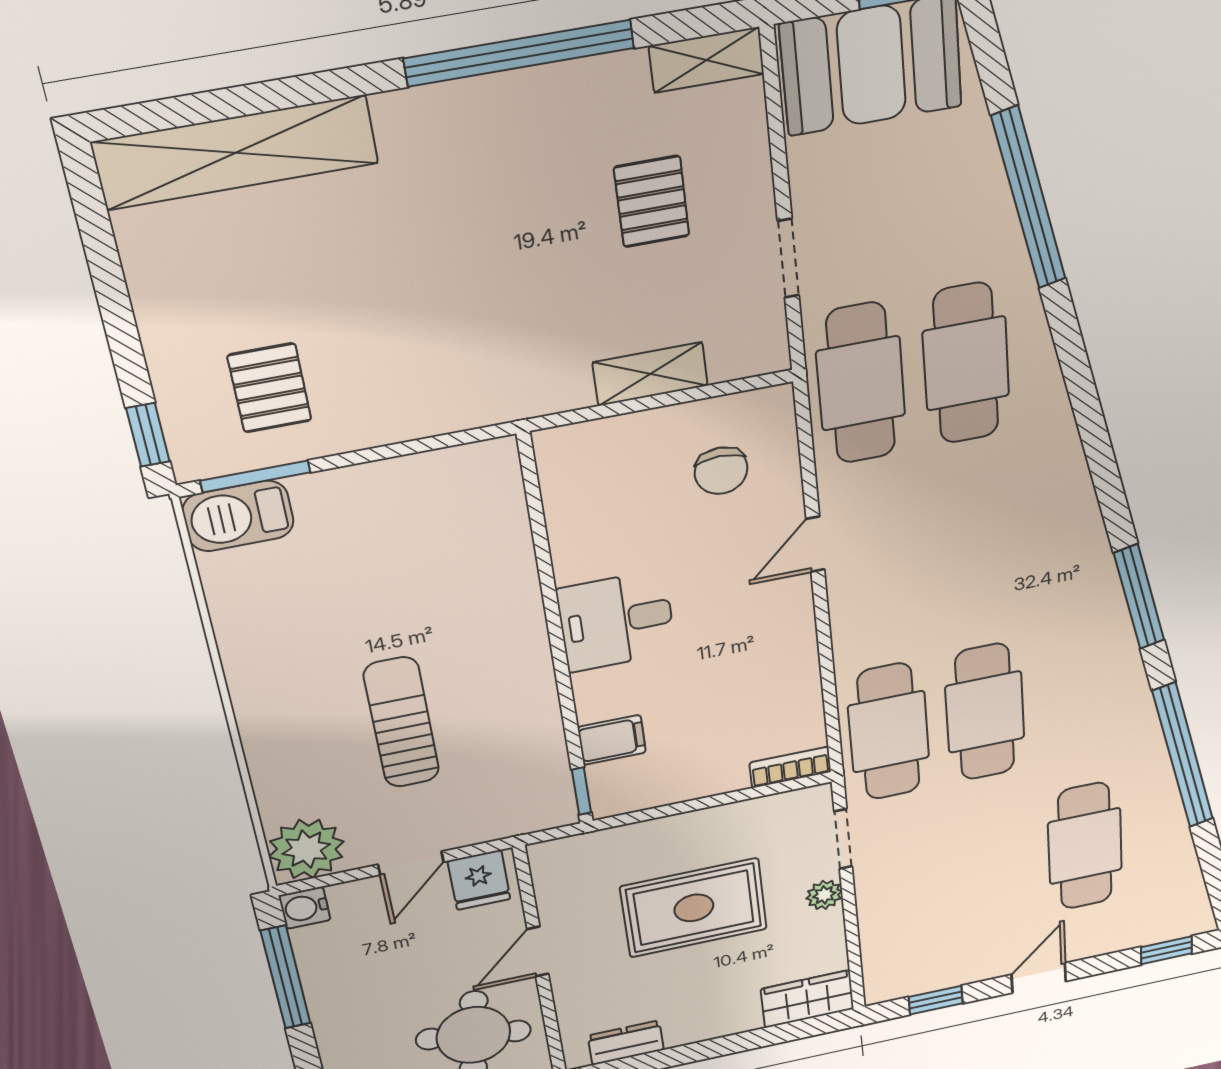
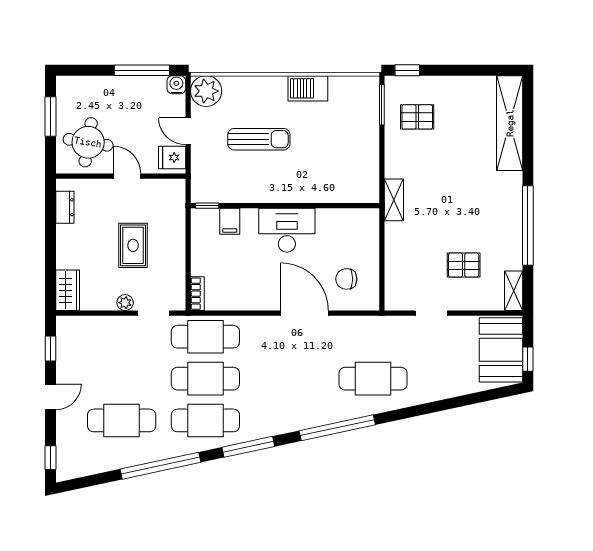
window: (1029, 198) -> (337, 428), moved
shelving: (650, 374) -> (394, 200), moved
cafe table: (861, 383) -> (205, 420), moved
barbecue: (238, 516) -> (308, 88), moved, turned -90
door: (815, 544) -> (305, 313), width x1.88
desk: (616, 621) -> (287, 230), width x1.37
rug: (694, 908) -> (133, 245), width x0.73, depth x0.70
door: (1039, 978) -> (51, 397), hinge flipped

